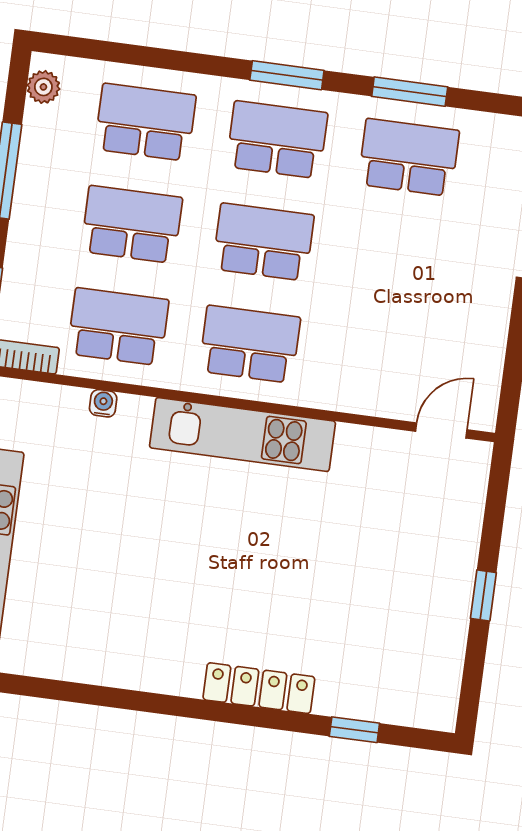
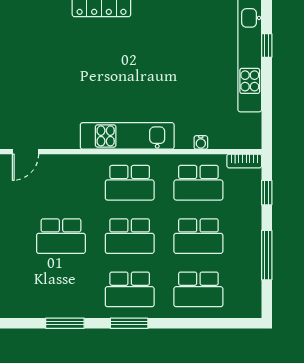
plant: (43, 87) -> (253, 301), removed
school desk: (409, 157) -> (61, 236), moved

